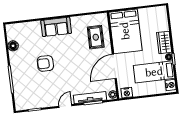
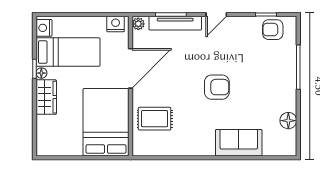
sofa: (56, 27) -> (239, 143), moved
rug: (96, 37) -> (155, 119), turned 90
armchair: (45, 63) -> (217, 87), moved
armchair: (29, 101) -> (273, 30), added

